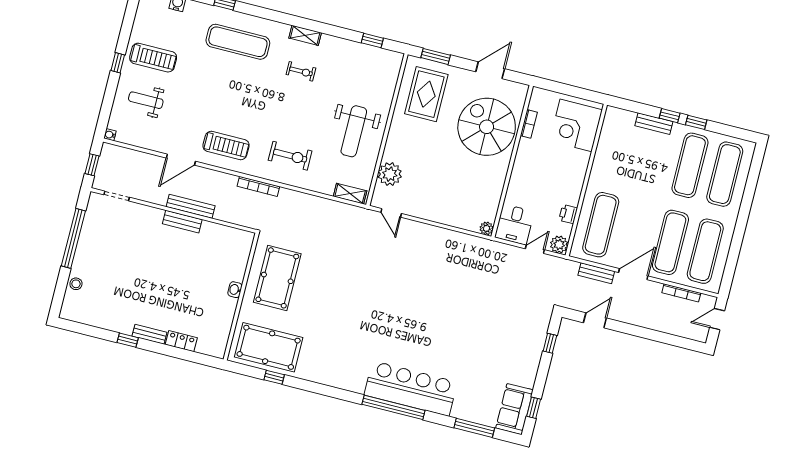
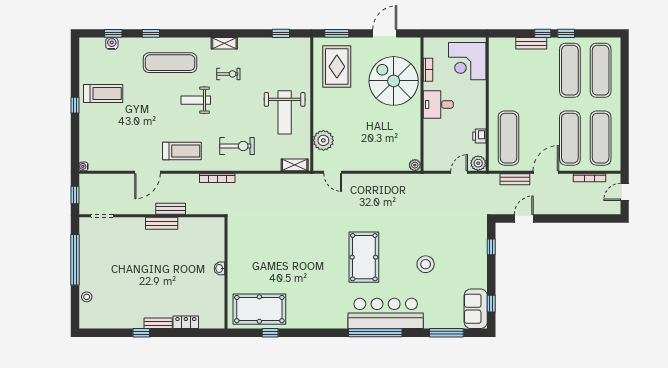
weight bench: (146, 100) -> (196, 100), moved
bench: (191, 206) -> (171, 209), width x0.73
desk: (514, 224) -> (438, 104), moved, turned 90
pool table: (277, 278) -> (364, 257), moved
stool: (470, 344) -> (426, 264), added

